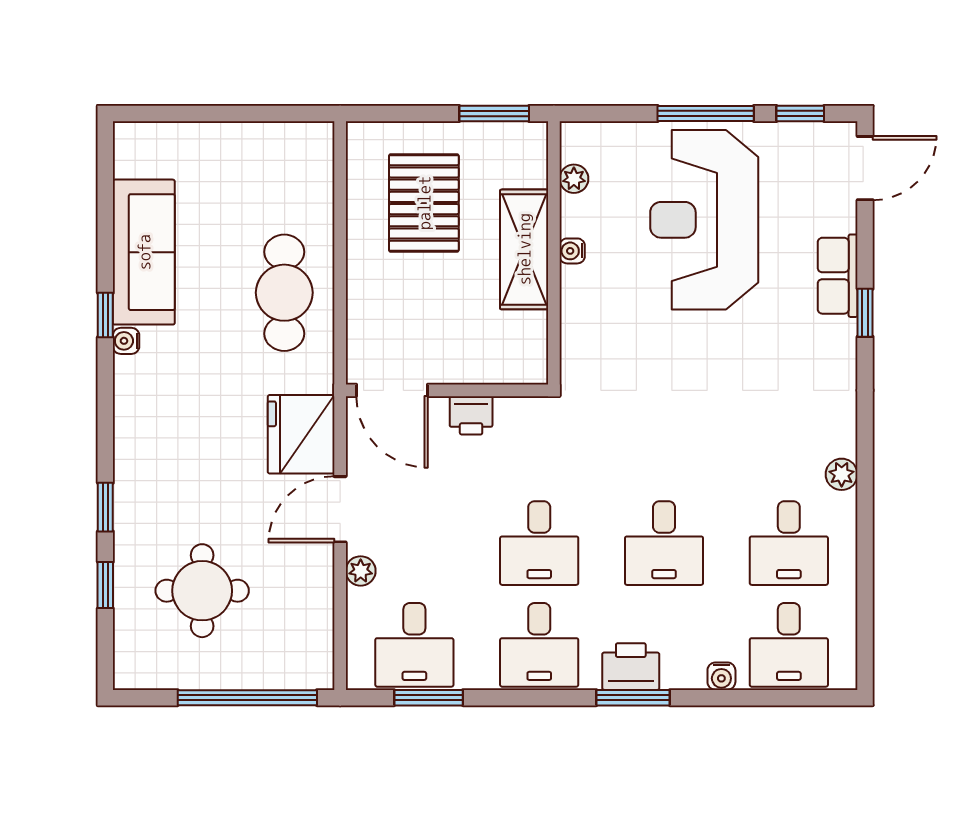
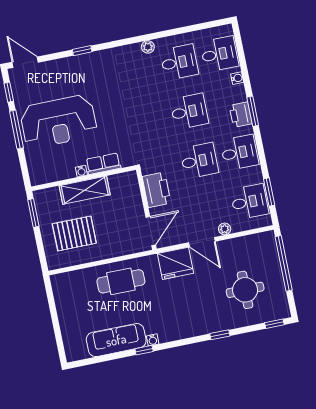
plant: (574, 179) -> (53, 176), removed
row of seats: (838, 276) -> (103, 164), moved, turned 180
printer: (471, 415) -> (156, 190), width x1.87, depth x1.48
window: (105, 585) -> (274, 324), moved

